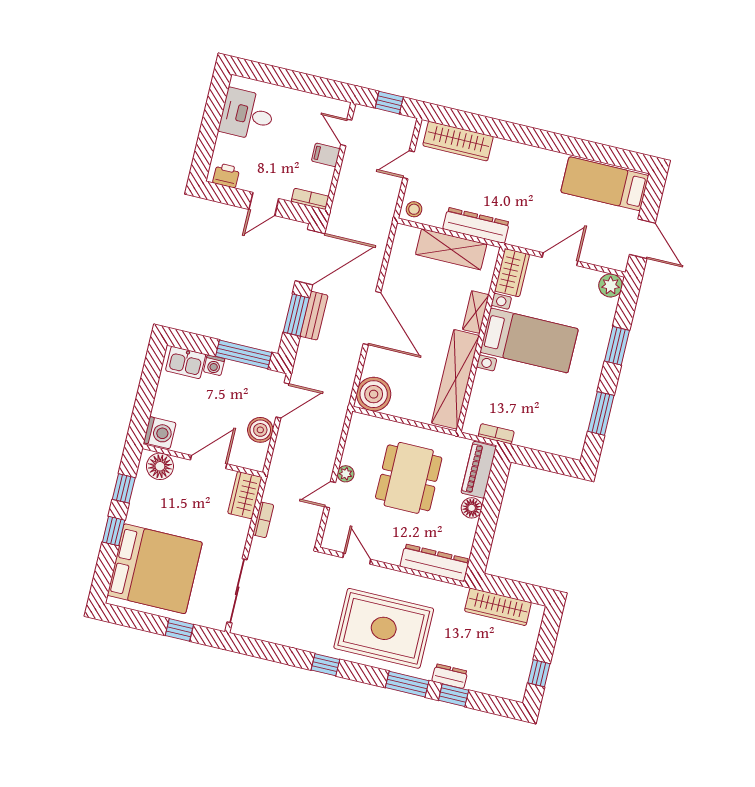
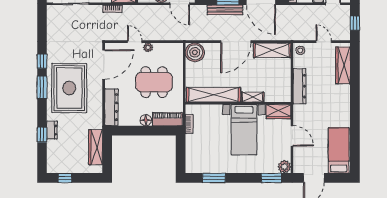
shelving: (451, 249) -> (272, 50), moved, turned 90
bench: (314, 316) -> (225, 10), width x1.36
window: (617, 346) -> (271, 178), moved
door: (357, 558) -> (104, 64), width x1.88
window: (407, 684) -> (42, 87), moved

